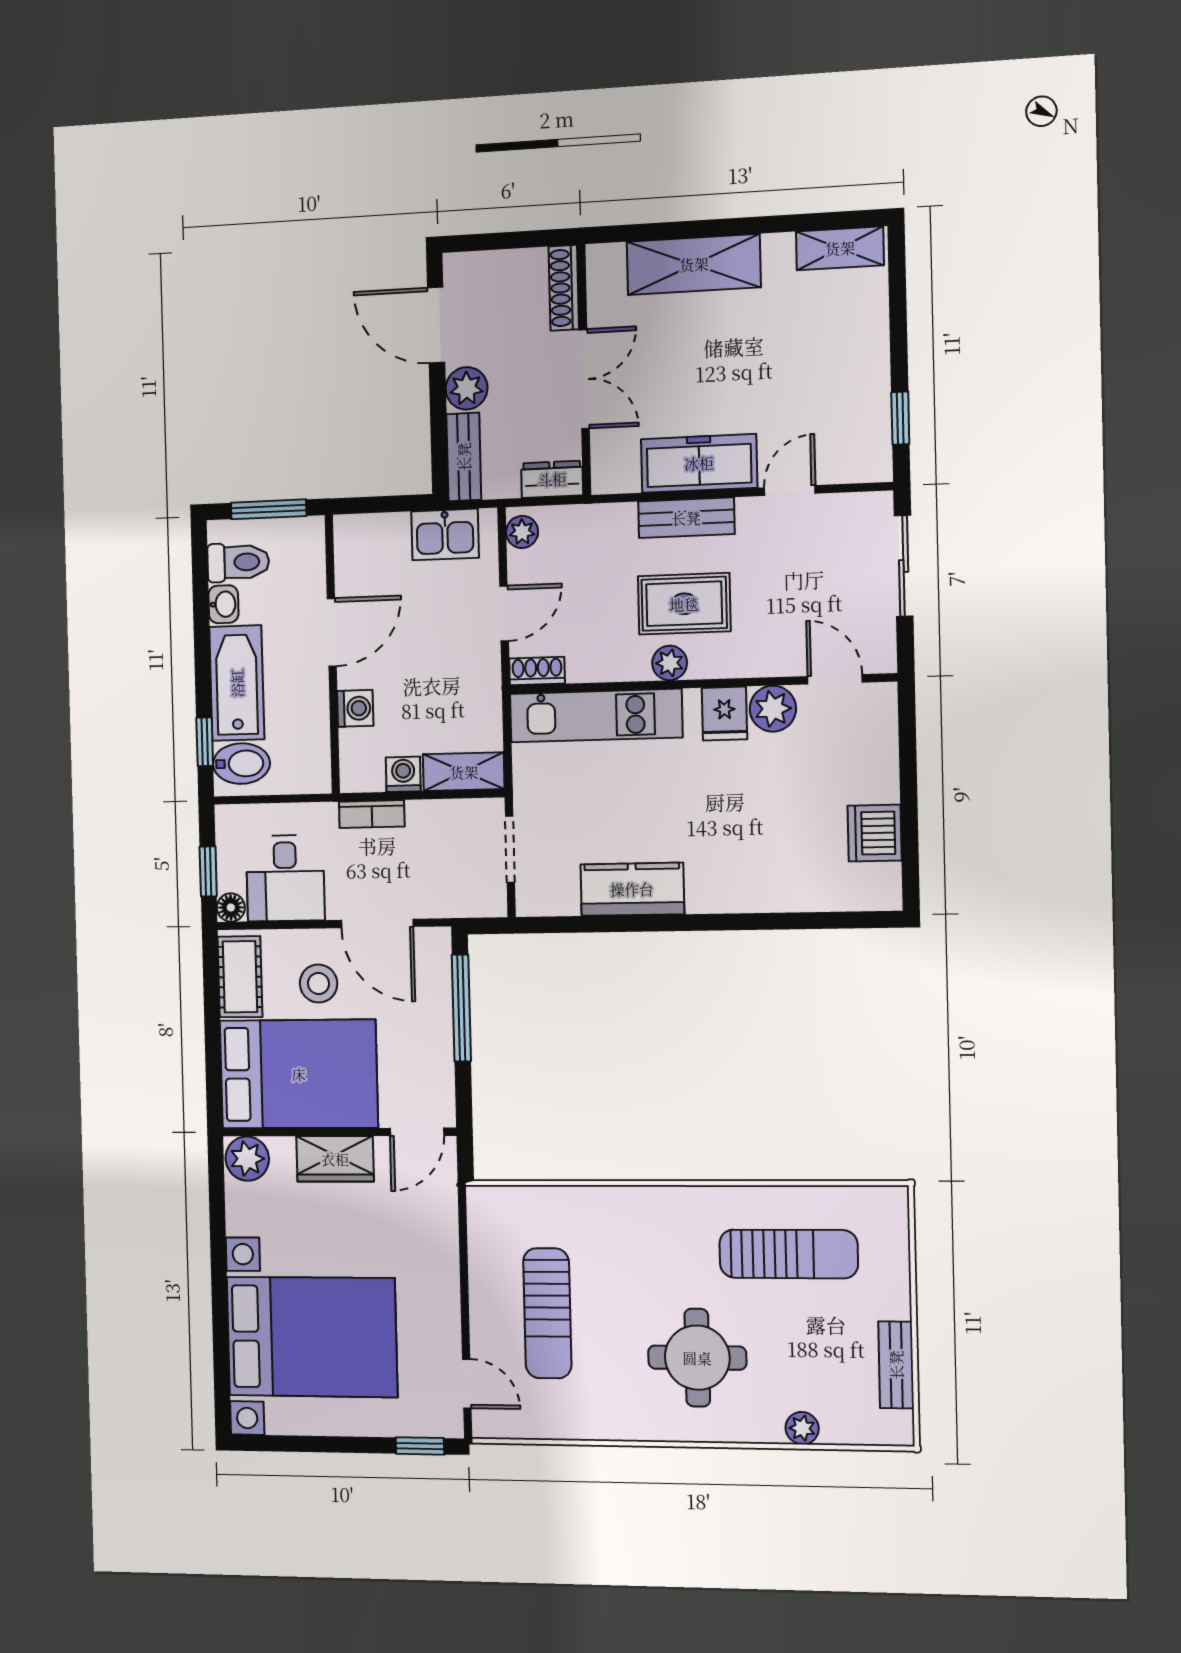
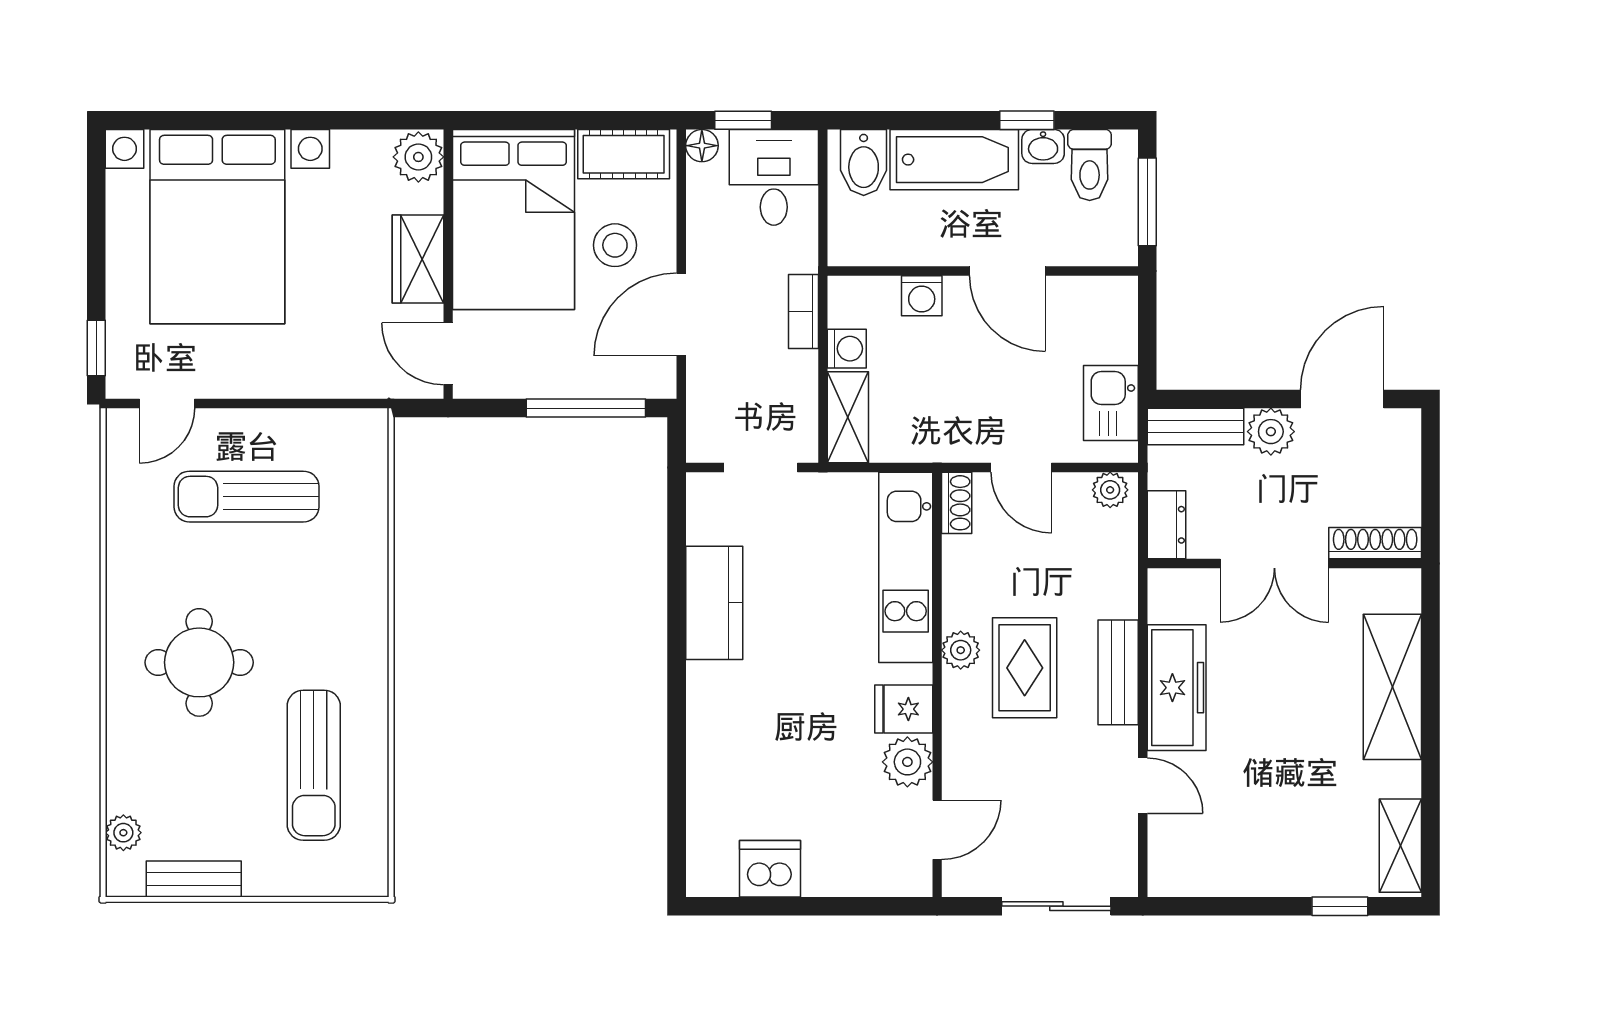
window: (900, 418) -> (1340, 906), moved
window: (205, 742) -> (1027, 120), moved
desk: (285, 878) -> (774, 177), moved, turned 90
plant: (802, 1428) -> (123, 833), moved

